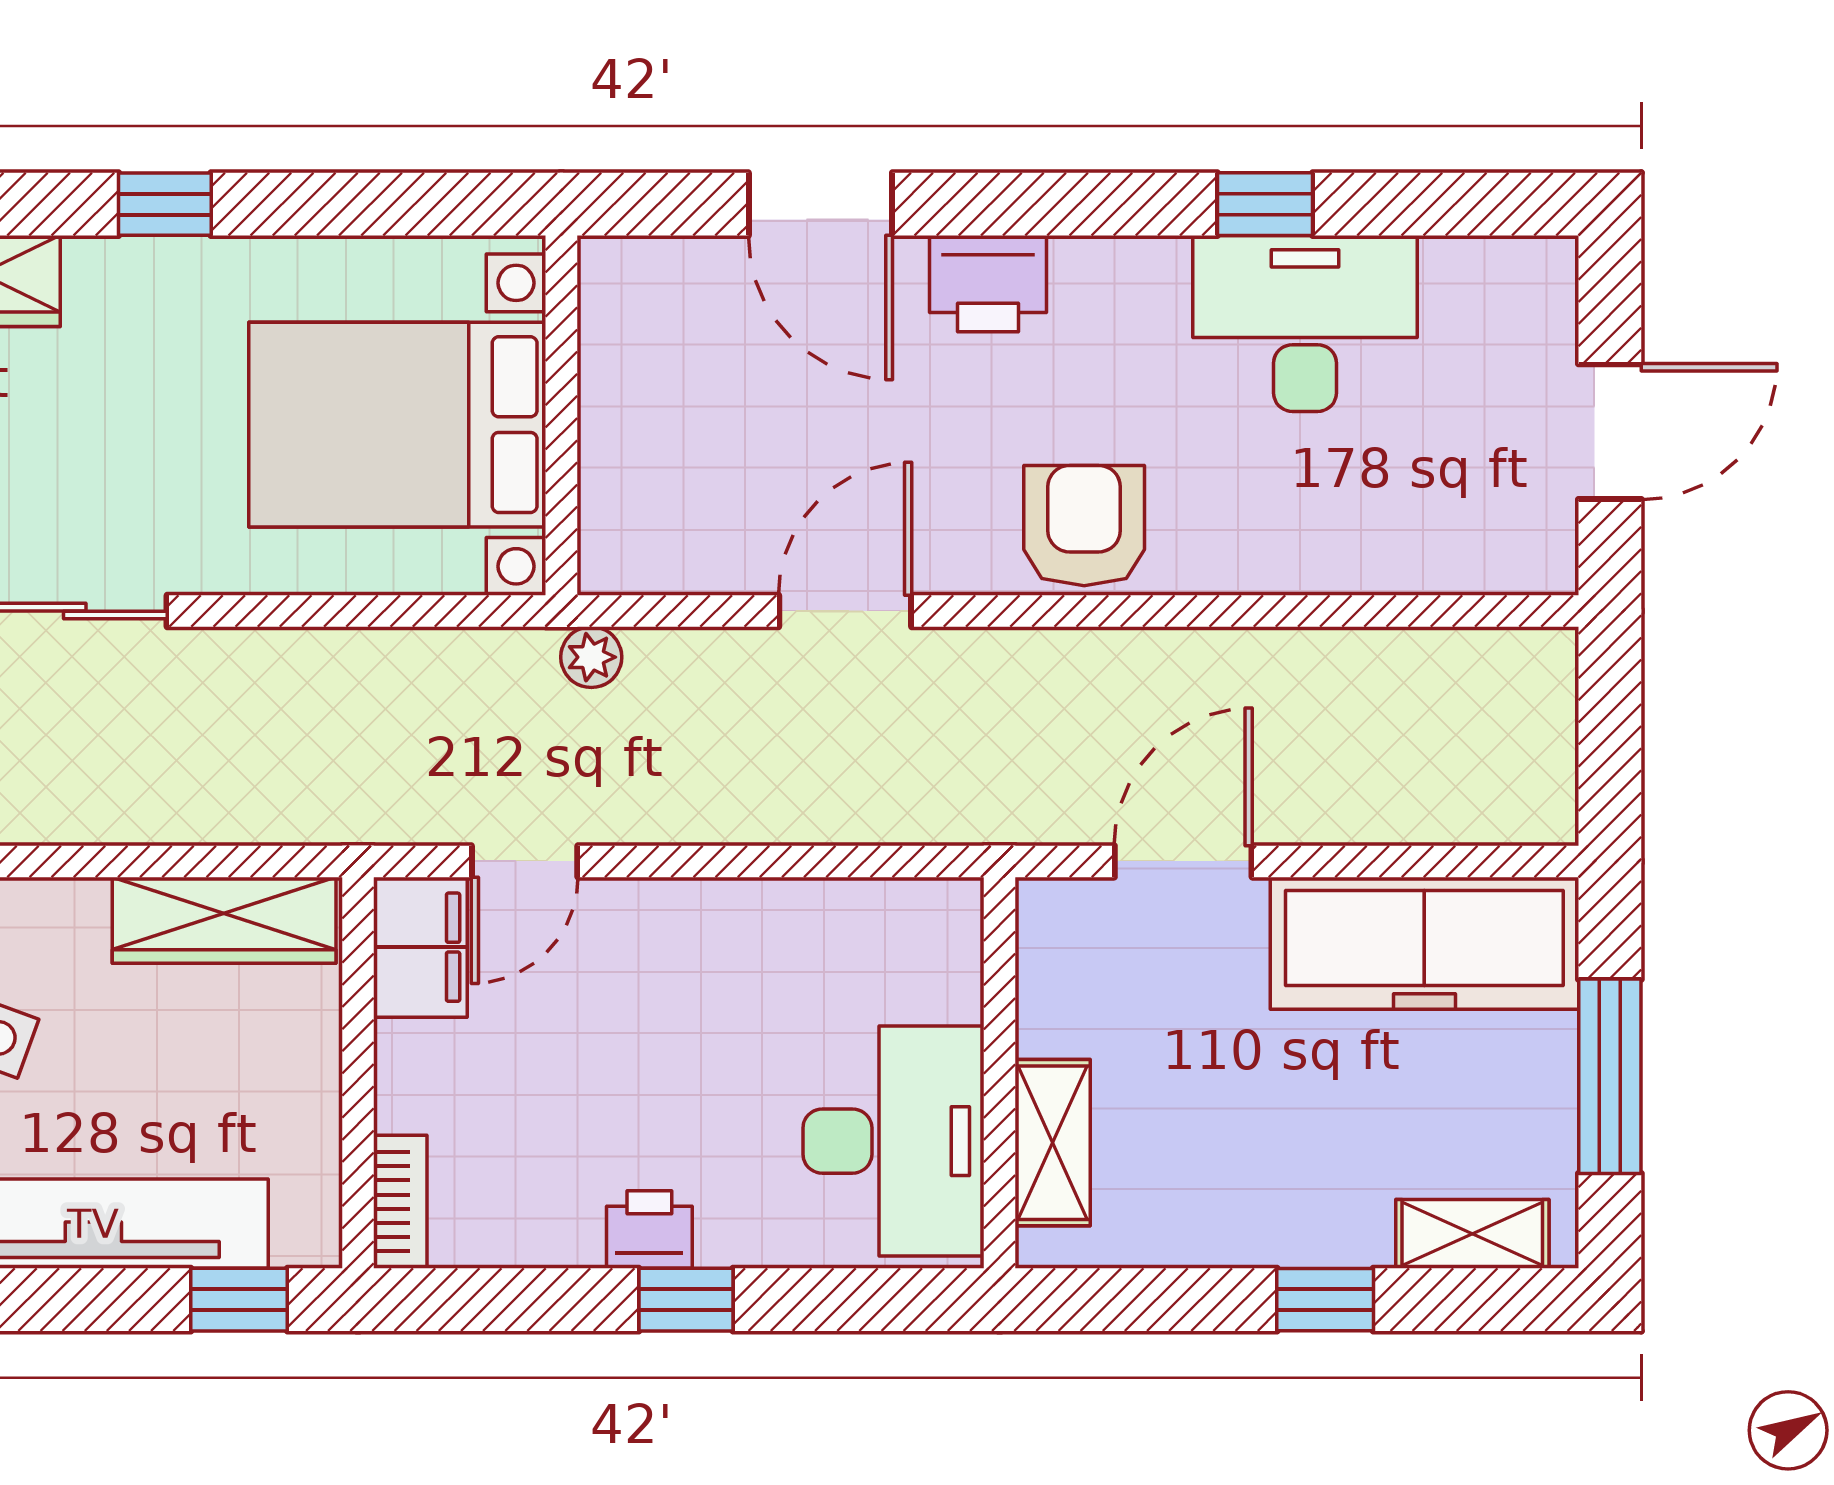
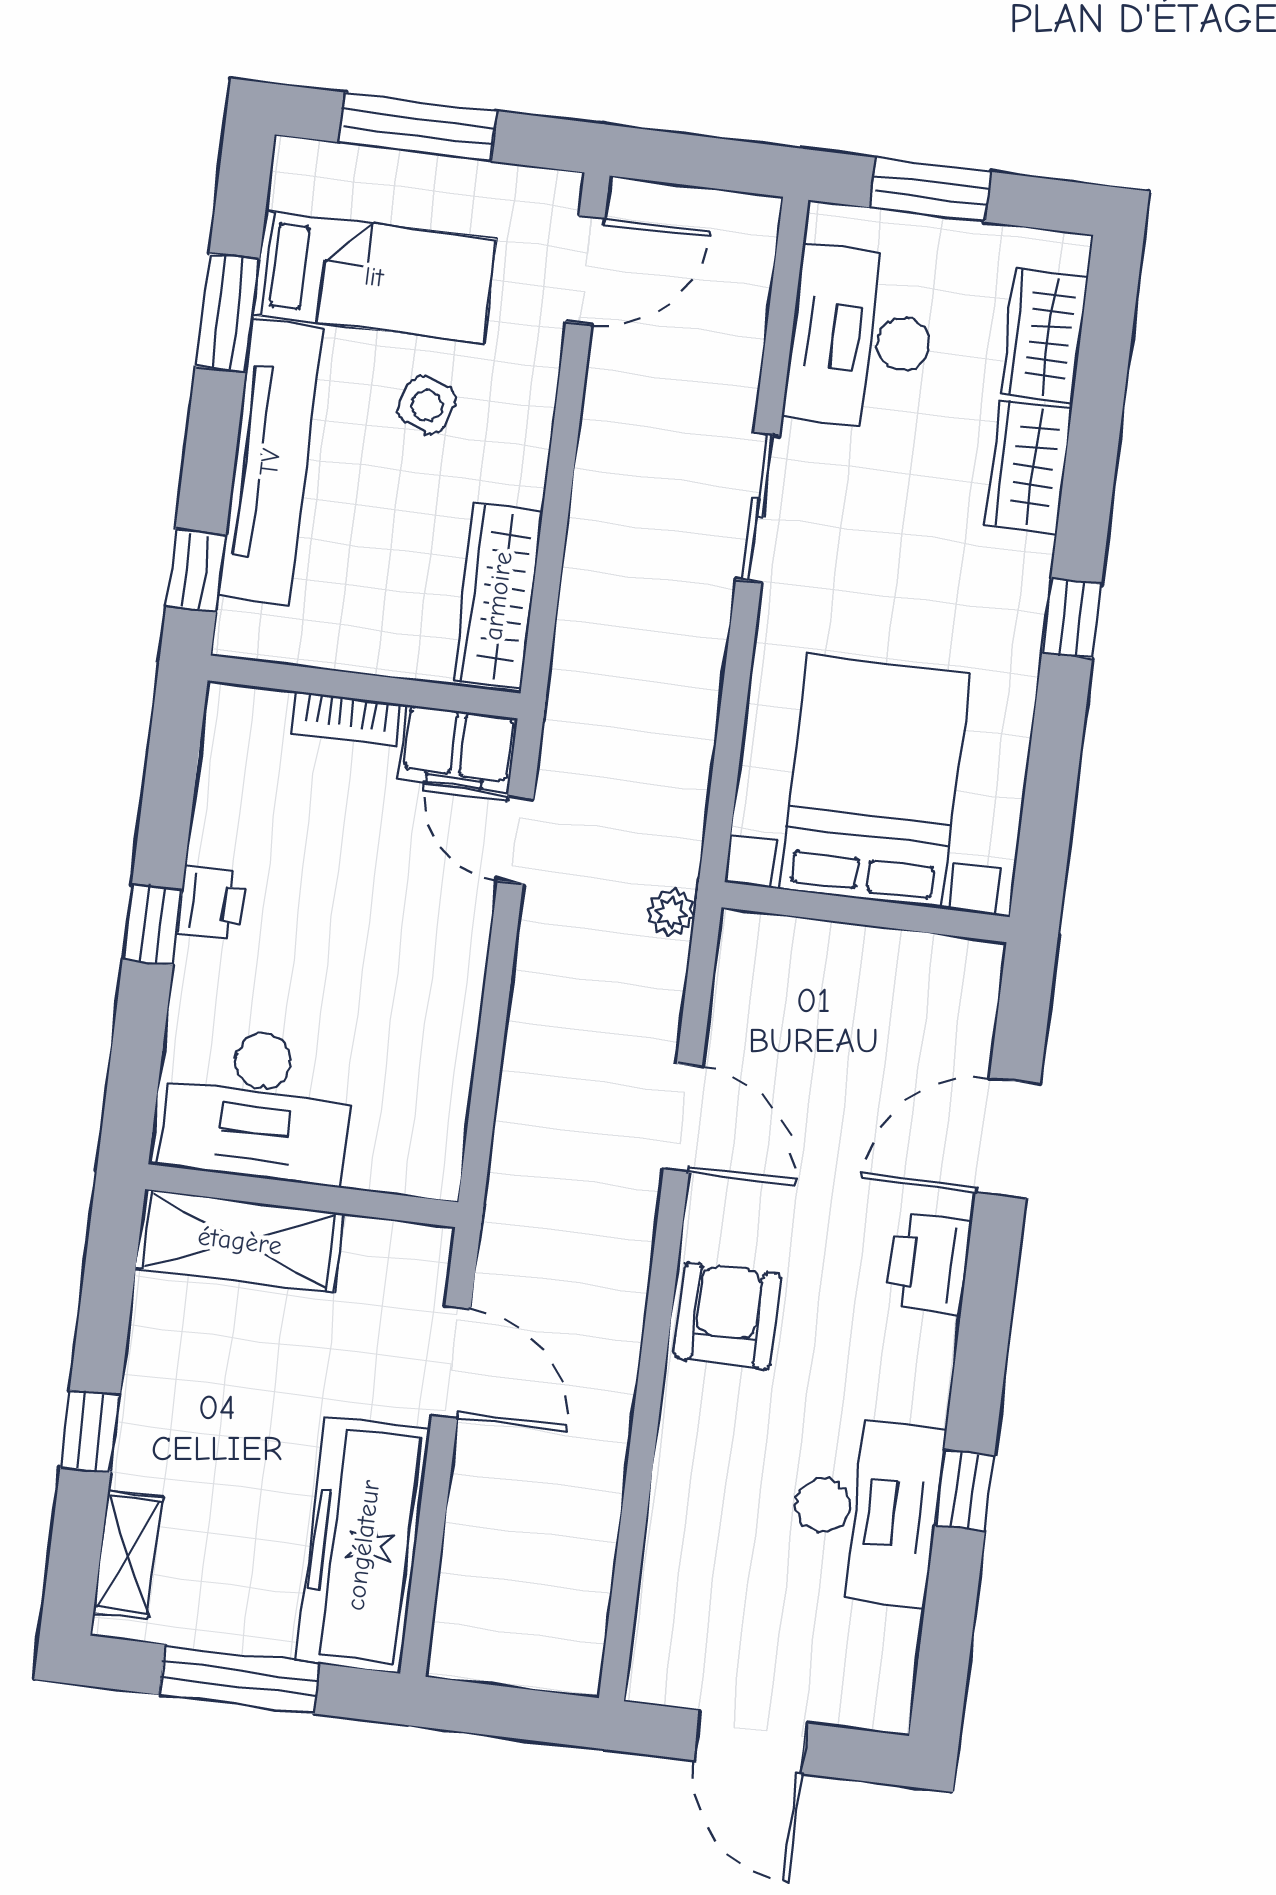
armchair: (1084, 526) -> (727, 1316), turned -90
shelving: (1053, 1143) -> (240, 1241), width x1.50, depth x1.33
bookcase: (400, 1202) -> (346, 719), moved

